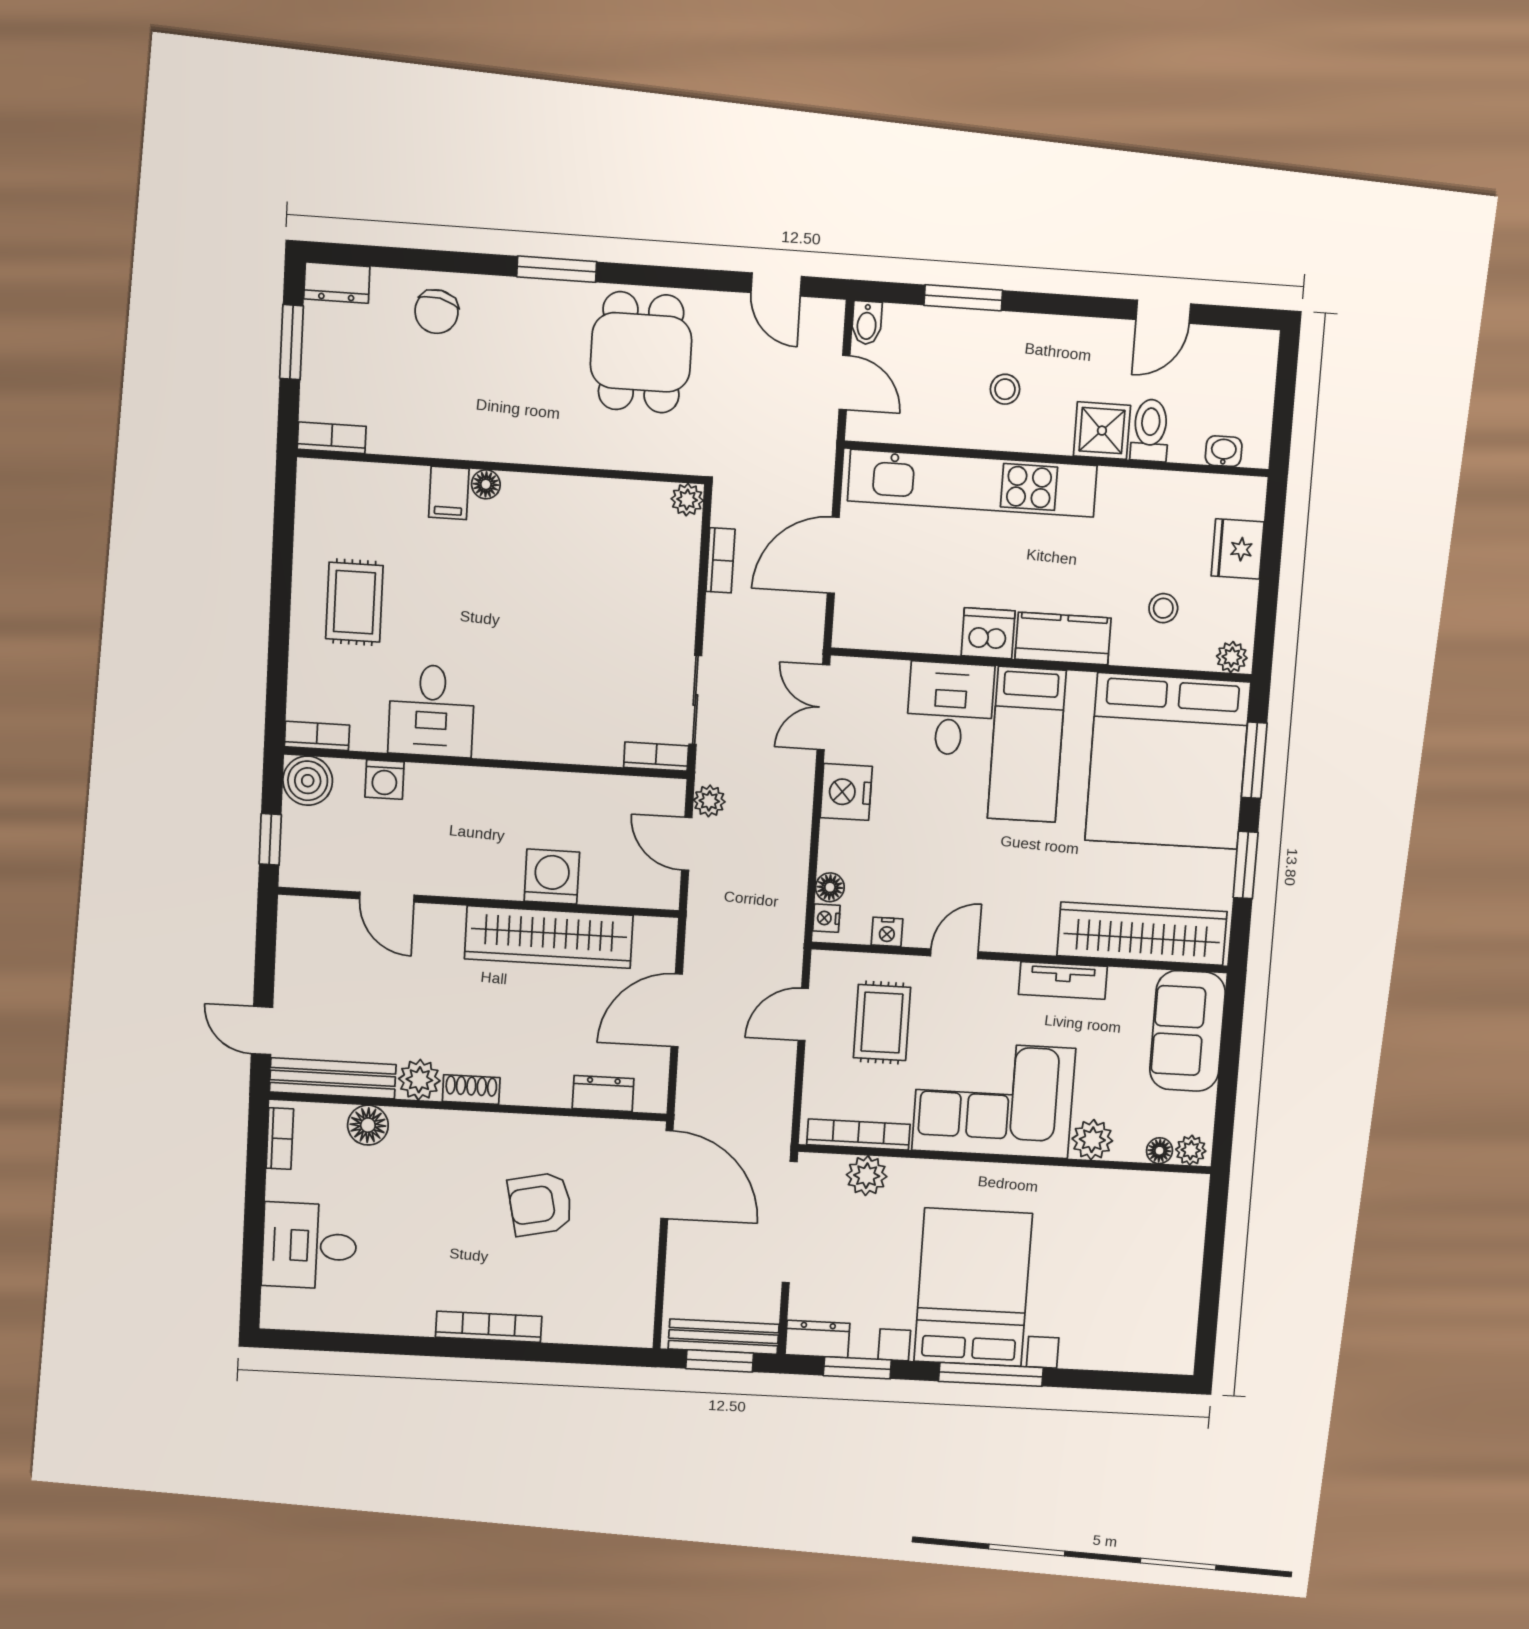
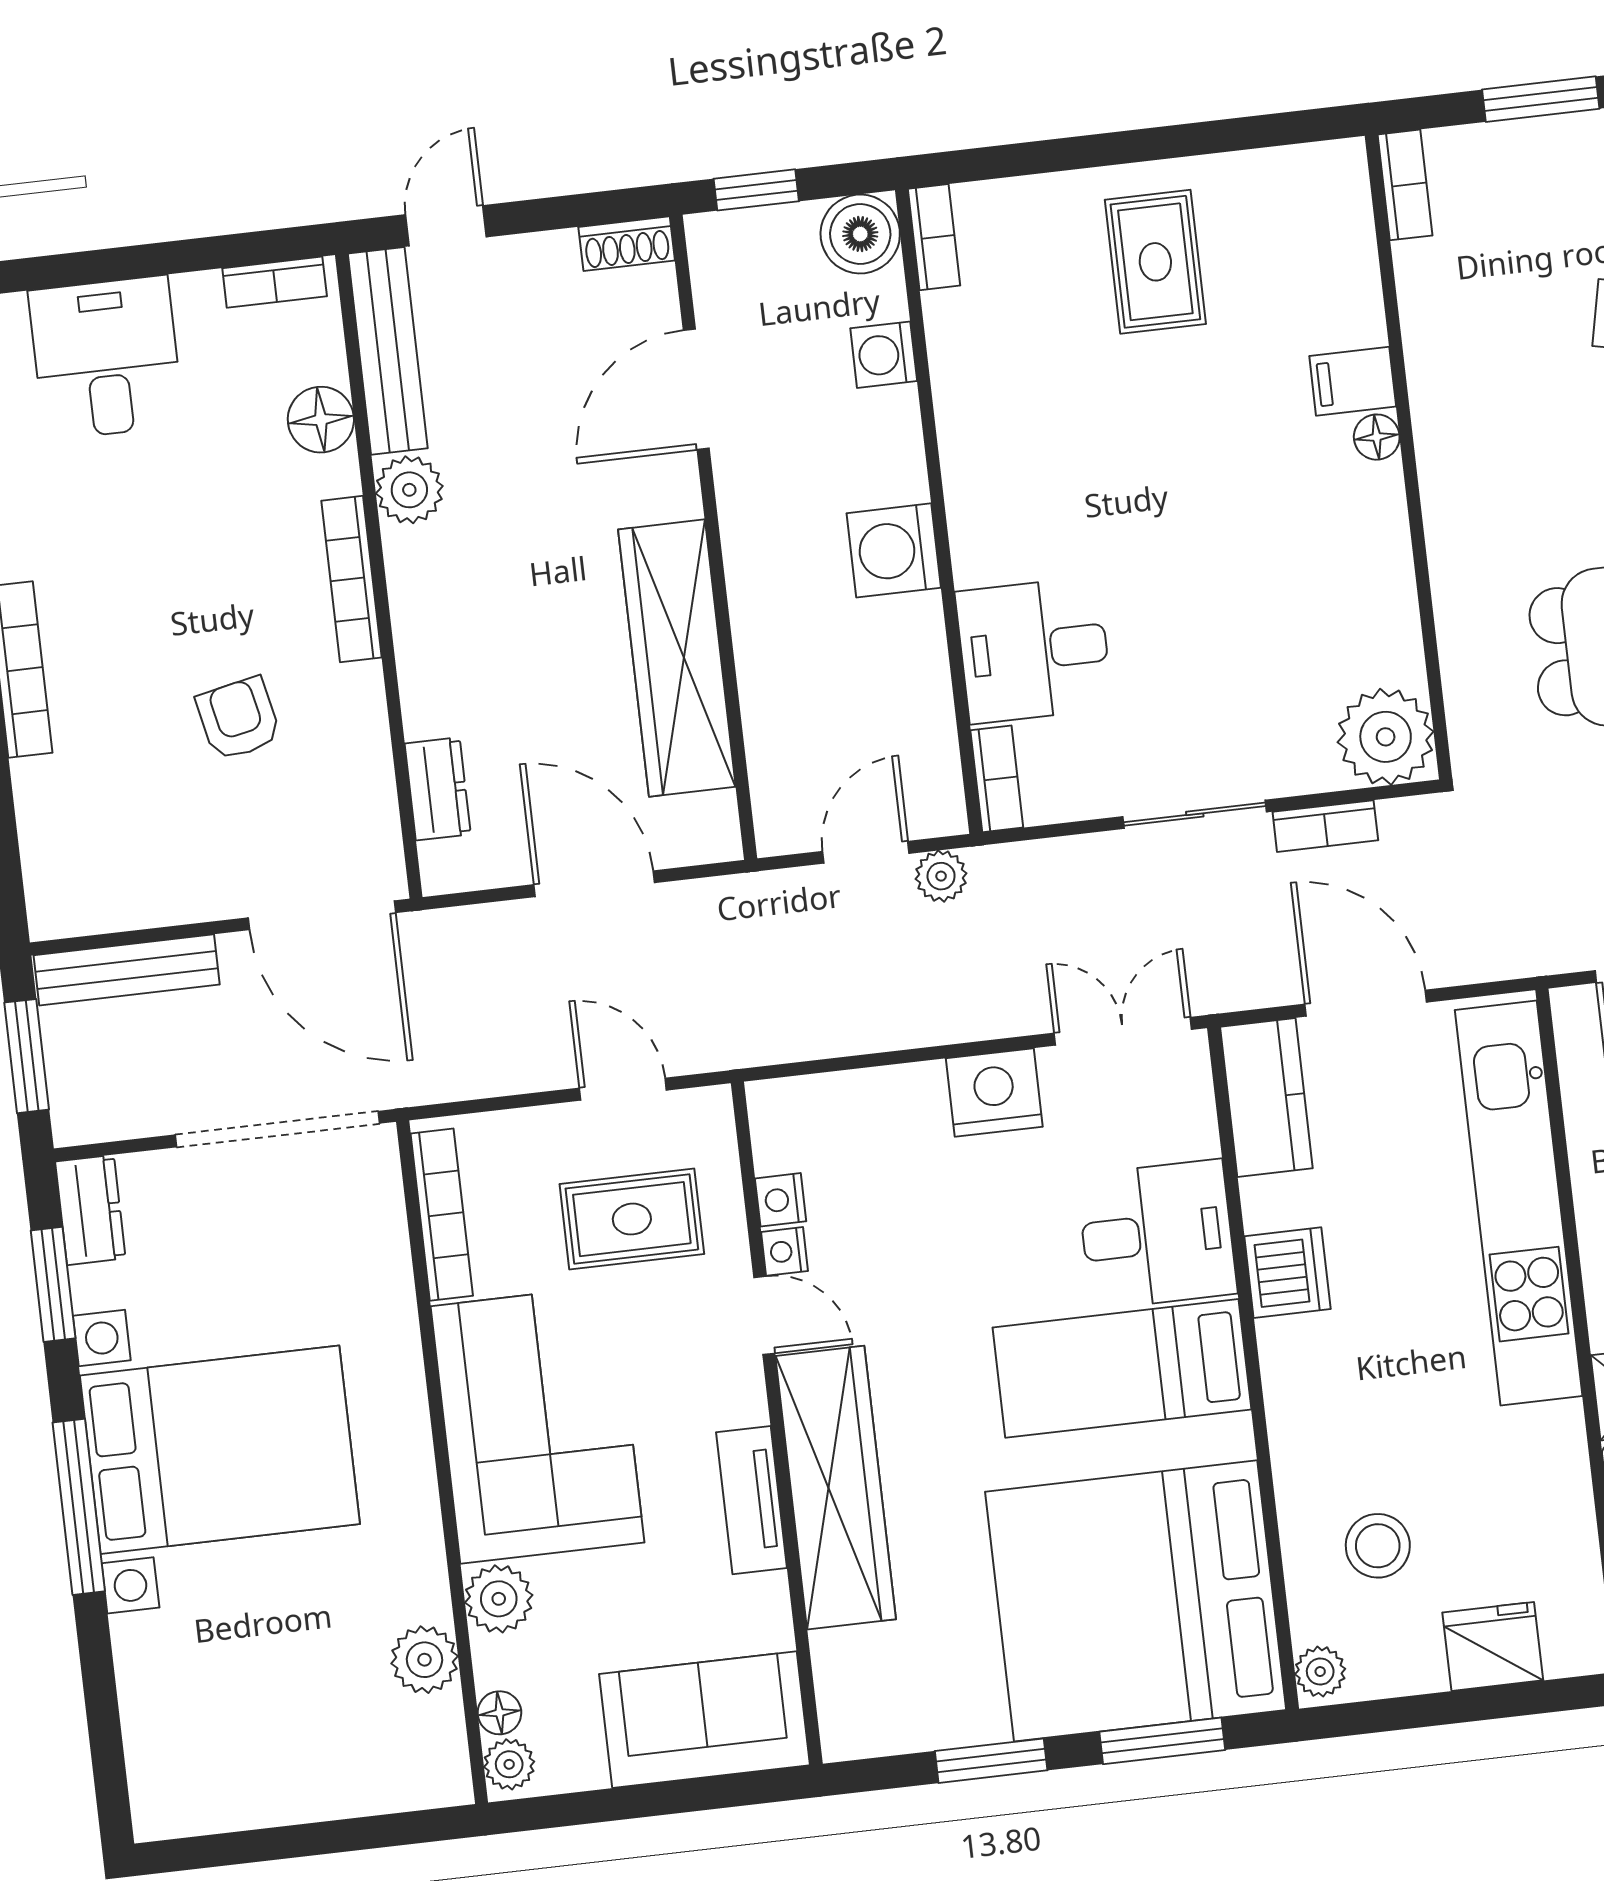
plant: (687, 500) -> (1386, 737), width x1.88, depth x1.88
rug: (354, 602) -> (1155, 262), turned 90
stool: (1163, 608) -> (1378, 1546), width x1.37, depth x1.37
kitchen counter: (1063, 639) -> (1266, 1097), moved
sliding door: (695, 700) -> (1195, 814), moved
desk: (432, 711) -> (1034, 650), moved
washing machine: (552, 877) -> (894, 550), moved, turned 180
floor lamp: (830, 887) -> (837, 1095), removed
door: (387, 897) -> (696, 389), width x1.38
nightstand: (826, 918) -> (785, 1251), moved, turned -90
wardrobe: (1142, 934) -> (836, 1488), moved
shoe rack: (471, 1090) -> (627, 244), moved, turned 90
bookcase: (468, 1123) -> (352, 579), added
door: (667, 1175) -> (322, 915), hinge flipped
plant: (867, 1176) -> (425, 1660), moved
armchair: (540, 1204) -> (238, 719), width x0.72, depth x0.72
bench: (724, 1337) -> (127, 970), moved, turned 90

